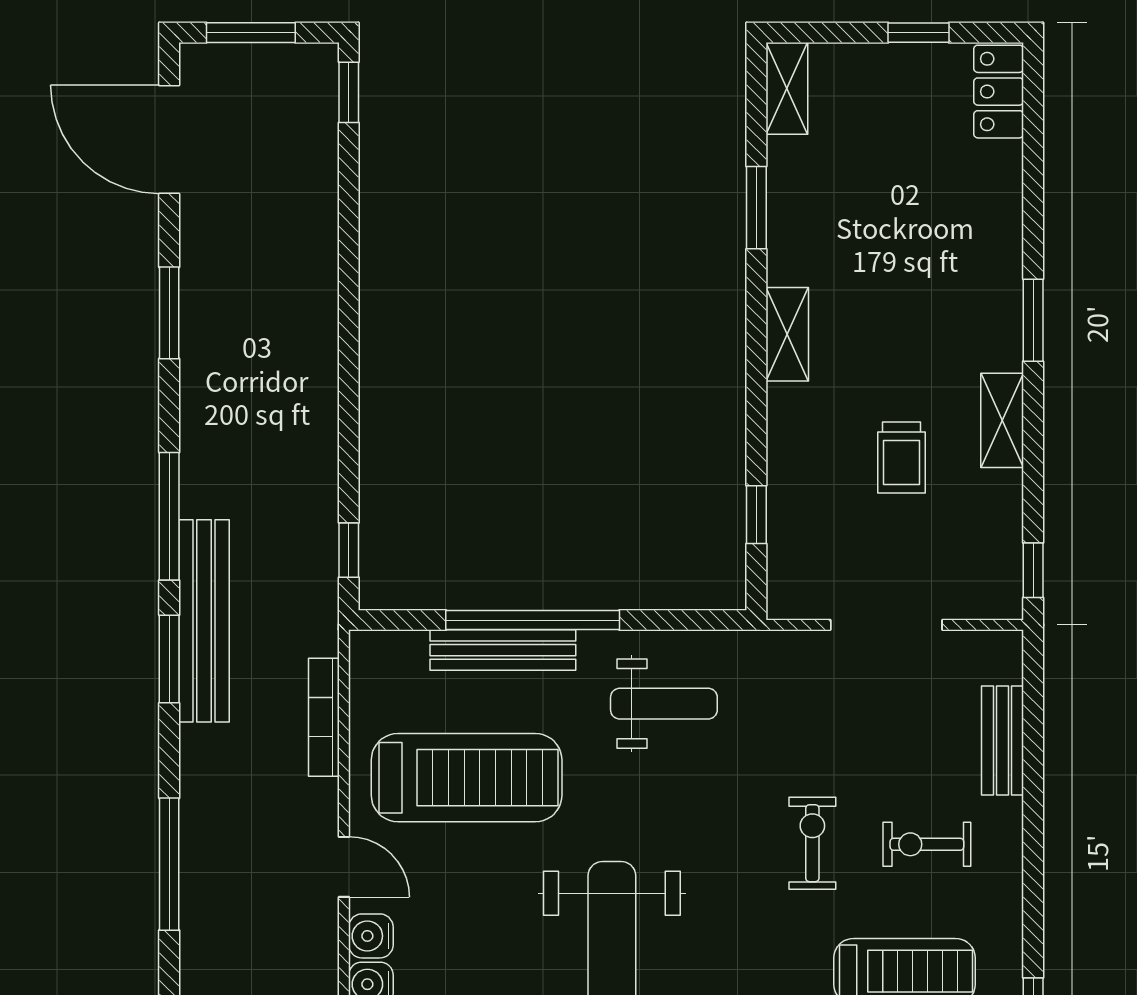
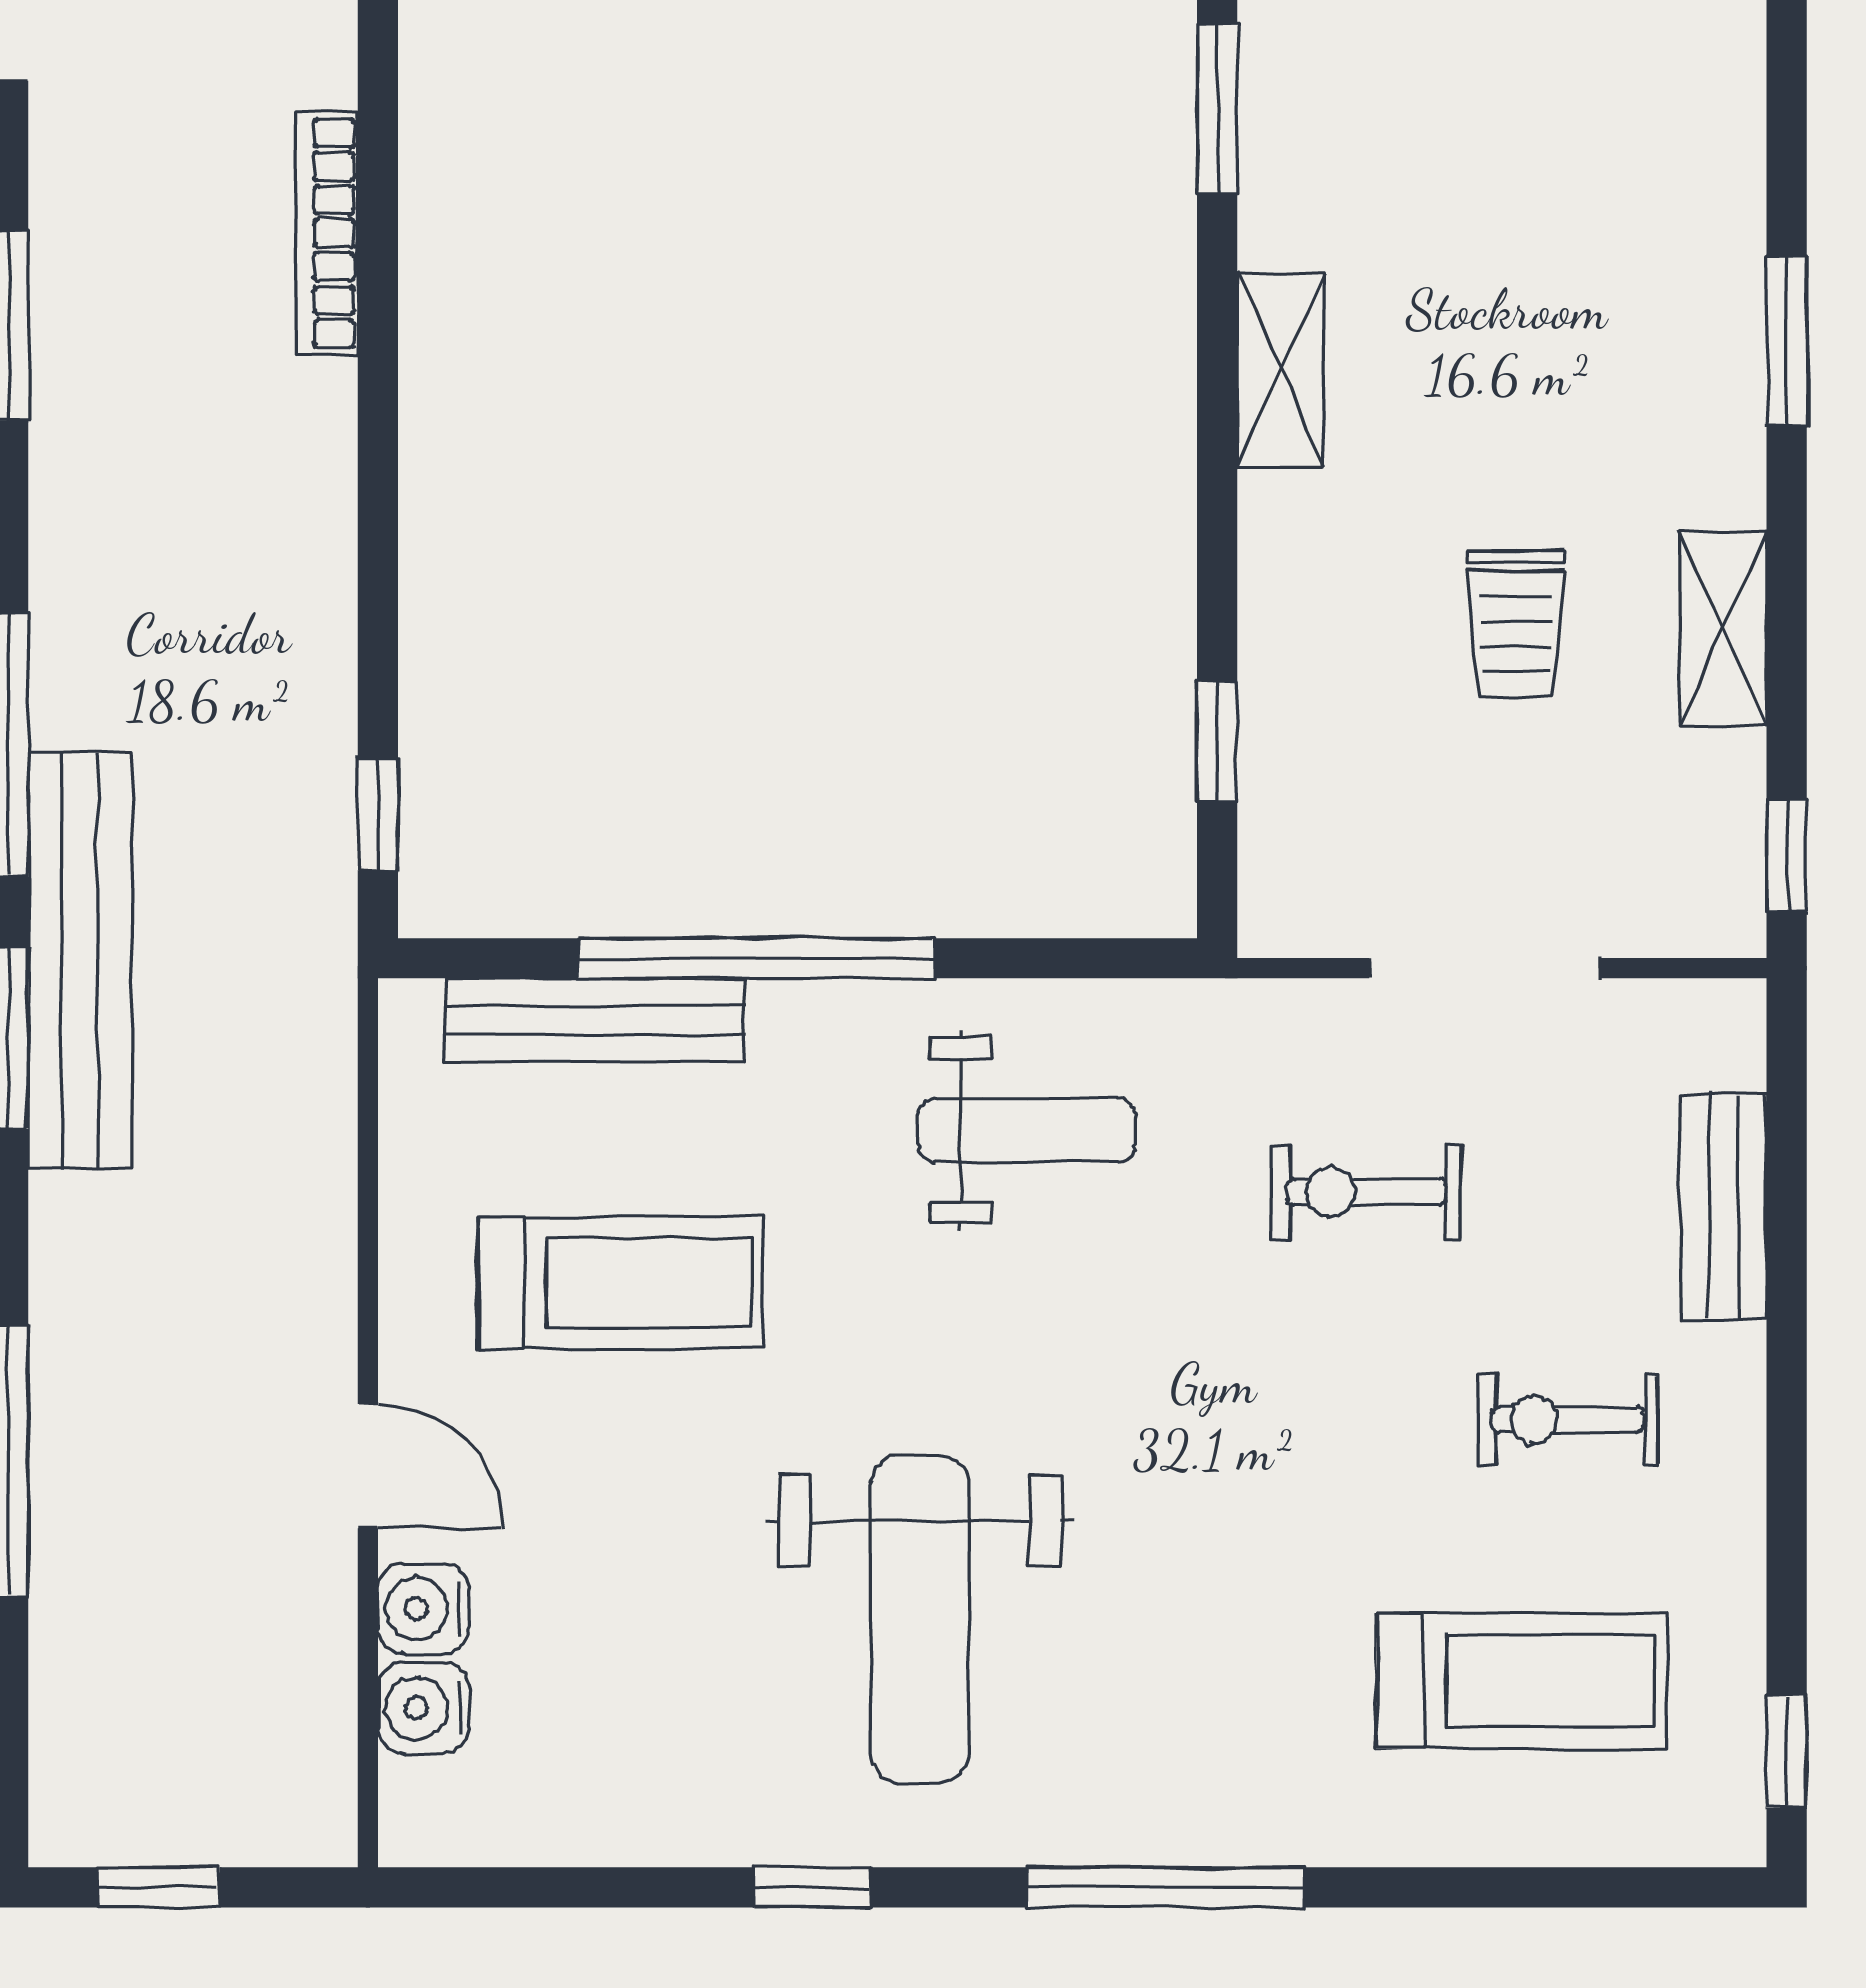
shelving: (1002, 420) -> (1723, 629), moved
bench: (503, 650) -> (595, 1020), moved
bookcase: (324, 717) -> (327, 233), moved
treadmill: (467, 778) -> (621, 1283), width x0.73, depth x0.73
exercise bike: (812, 843) -> (1366, 1192), moved, turned -90

